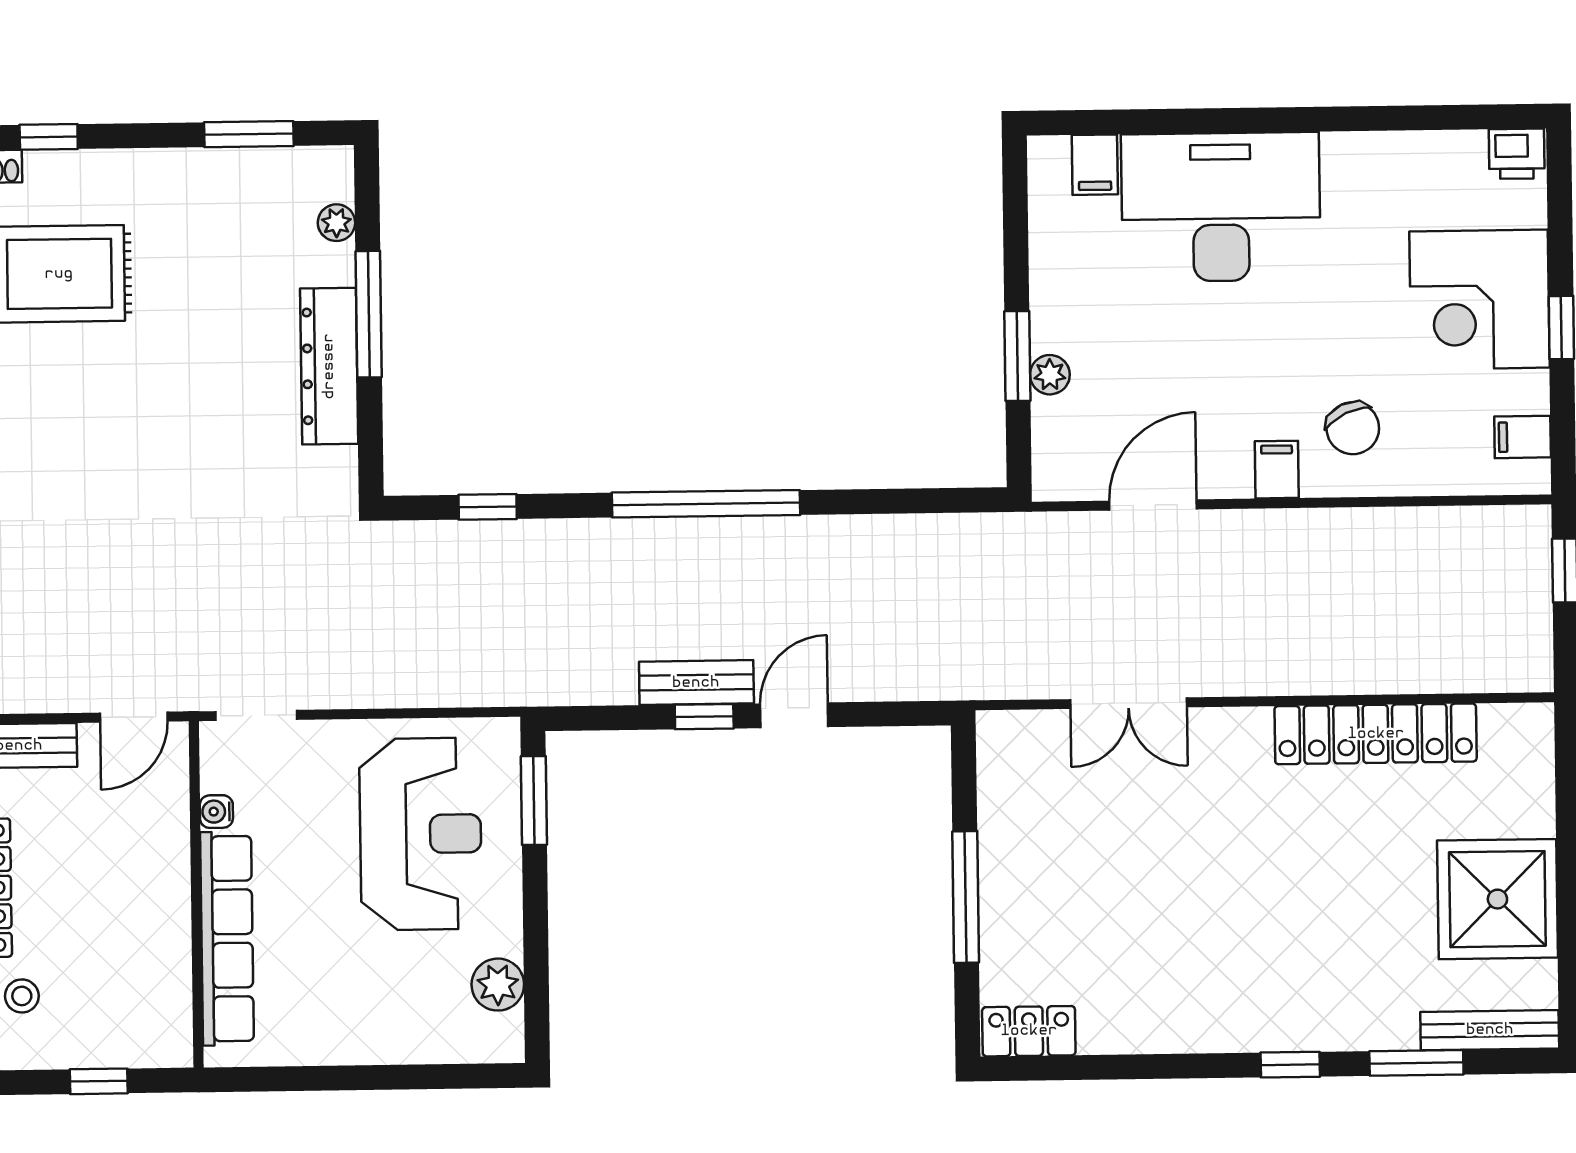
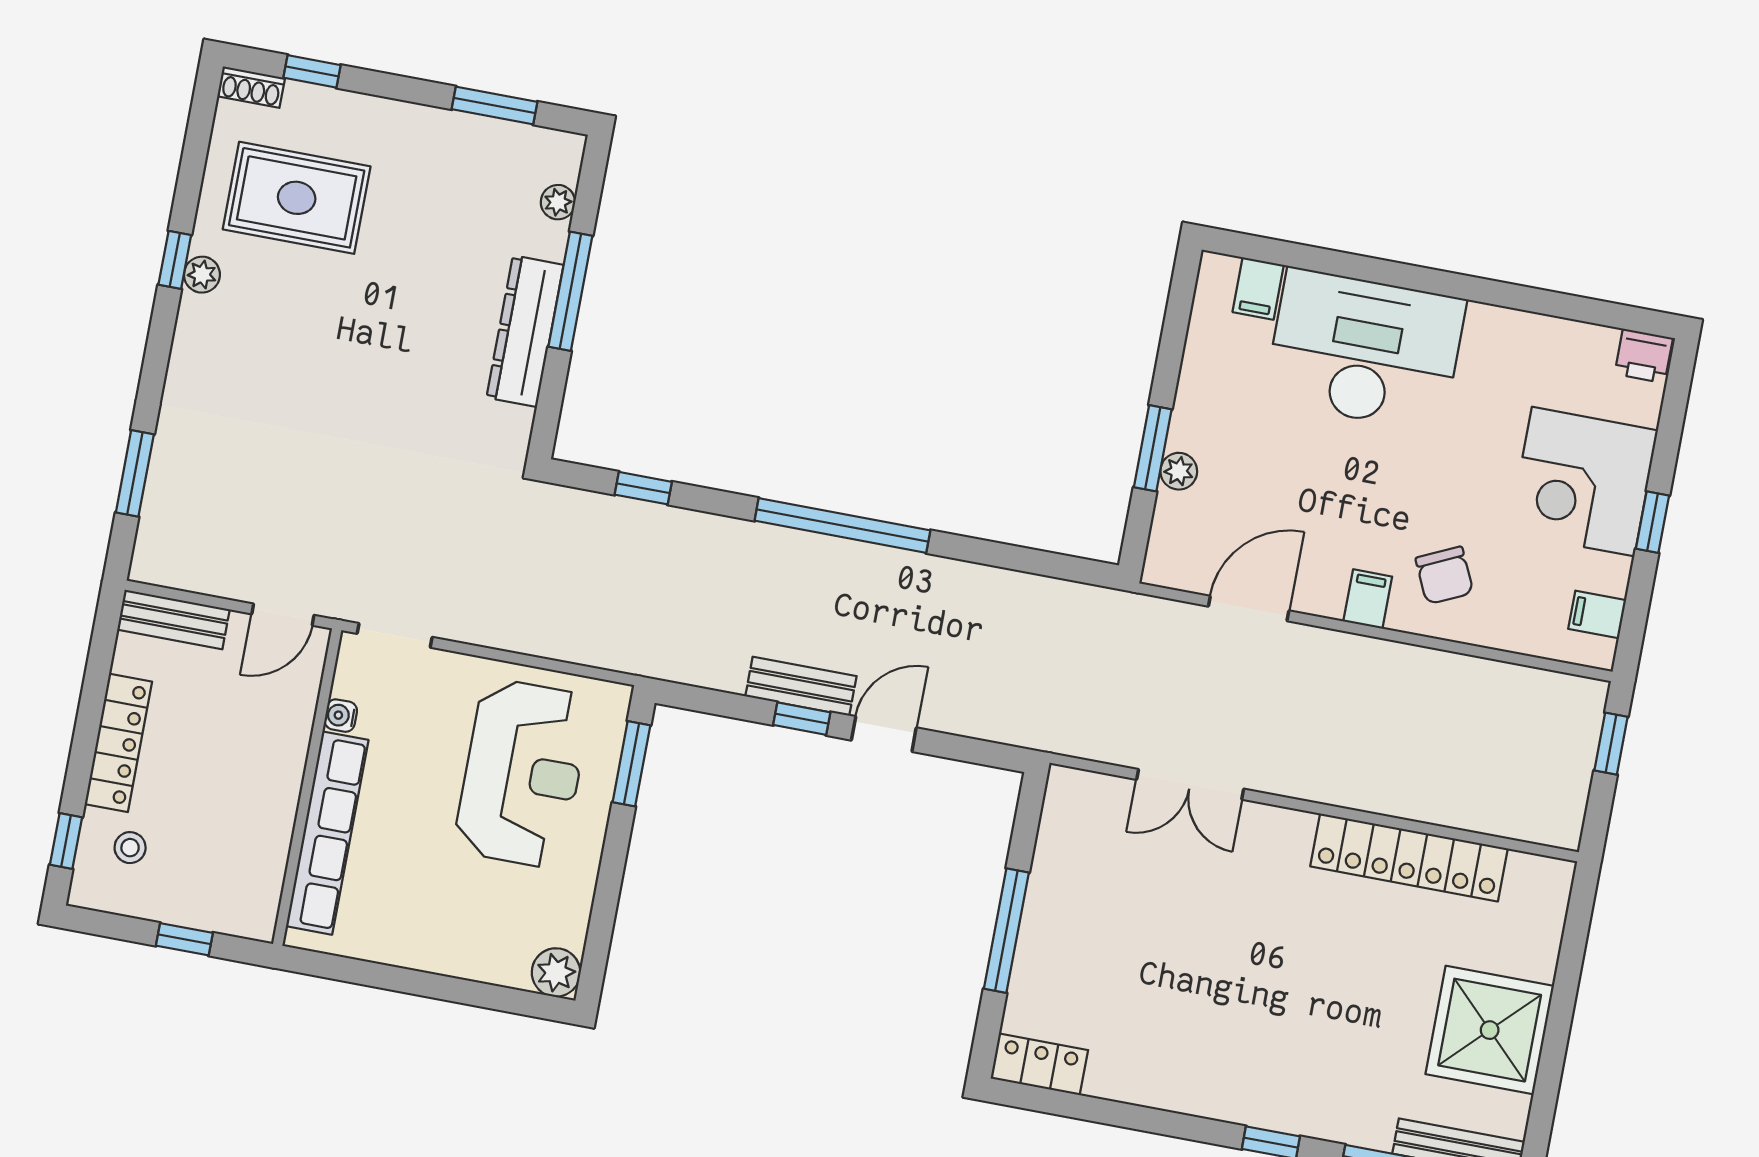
plant: (498, 985) -> (556, 972), moved

